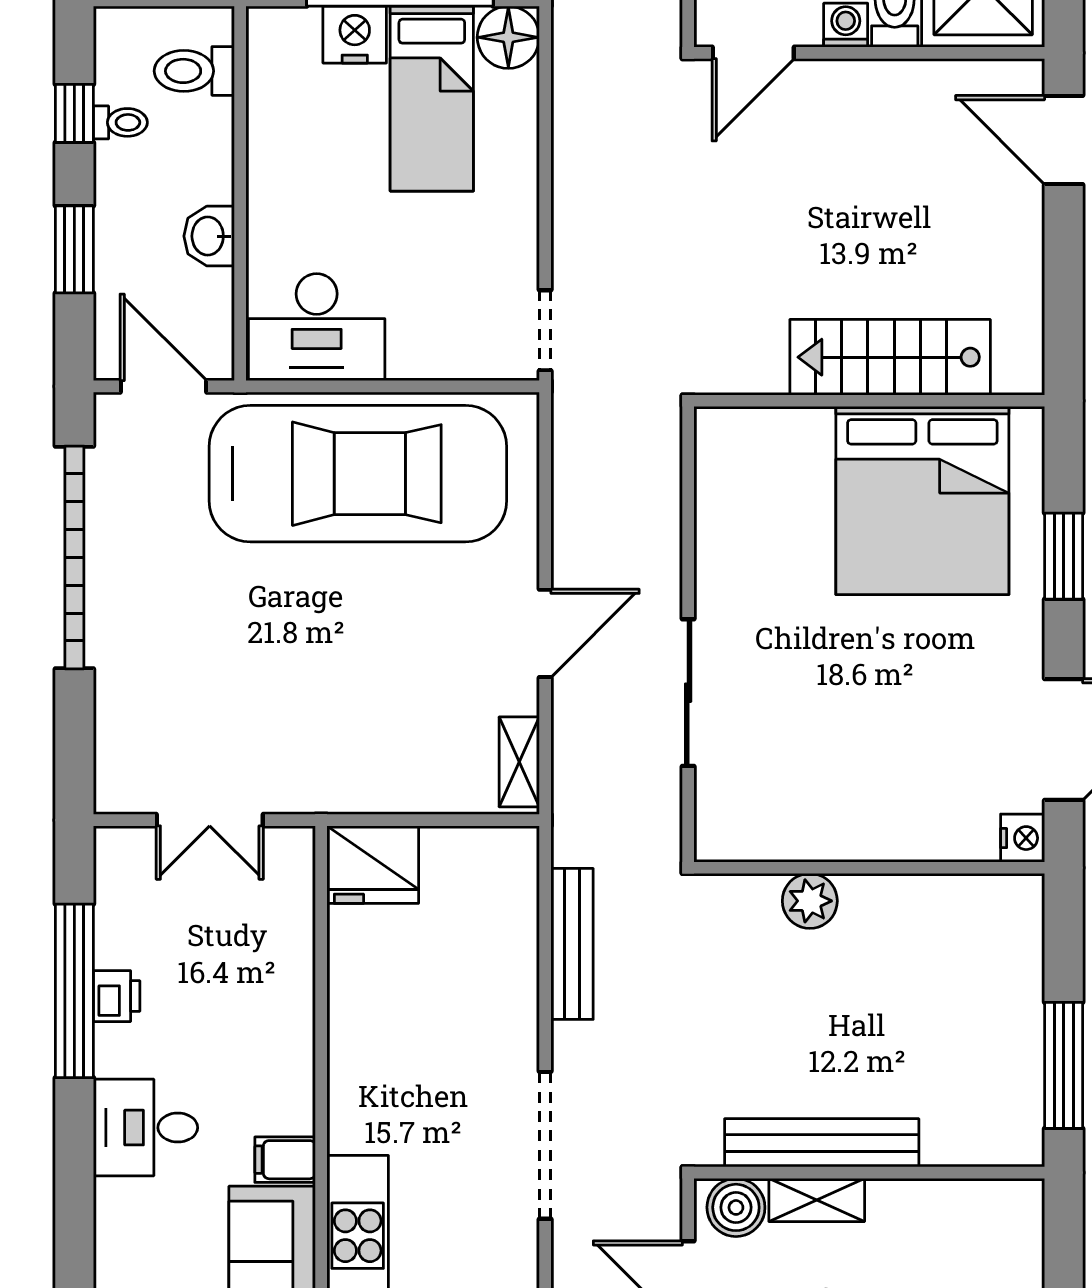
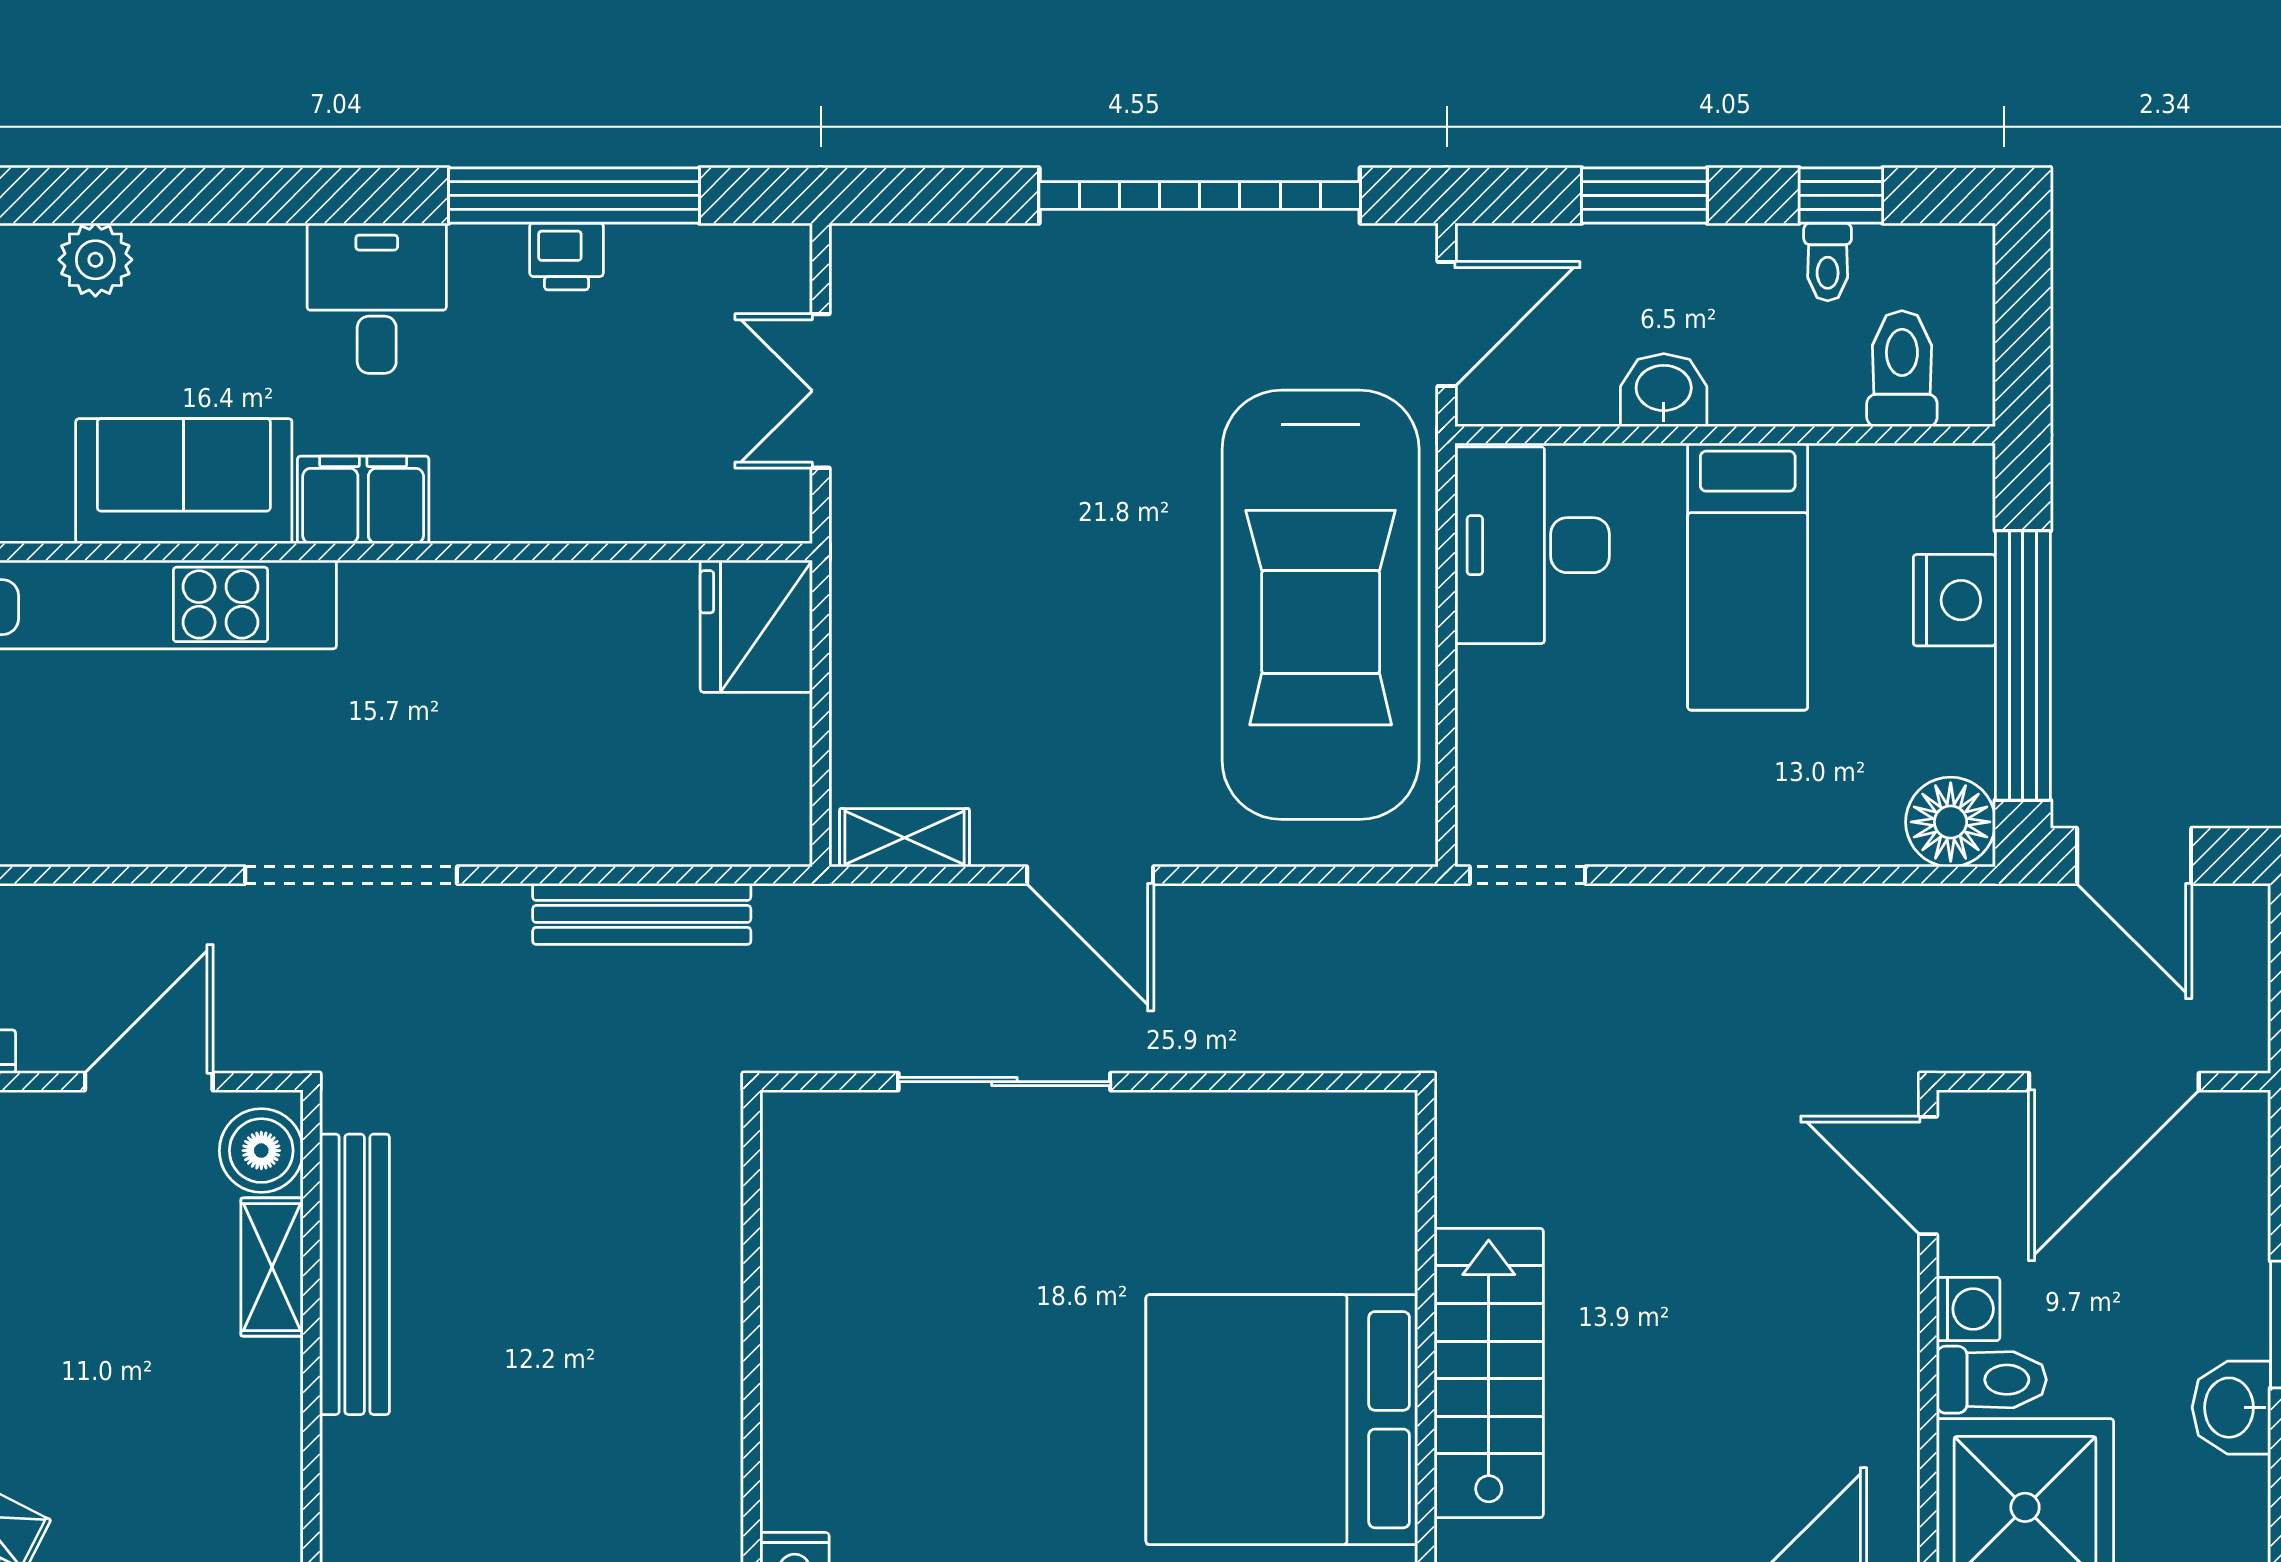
bed: (432, 99) -> (1748, 577), moved, turned -90
plant: (810, 901) -> (704, 1257), removed
filing cabinet: (285, 1160) -> (363, 500), width x2.00

